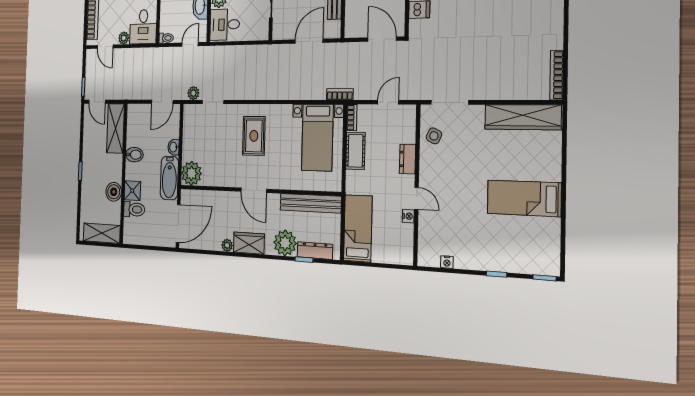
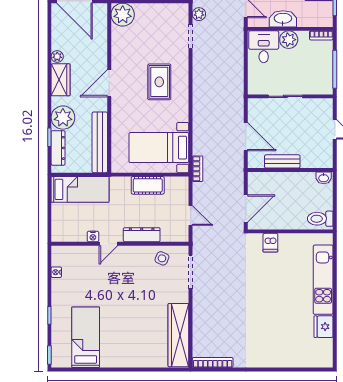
bookcase: (352, 118) -> (177, 181), removed
rug: (254, 136) -> (159, 82), turned 90
dresser: (407, 159) -> (142, 235), width x1.44
bed: (524, 198) -> (86, 337), moved

